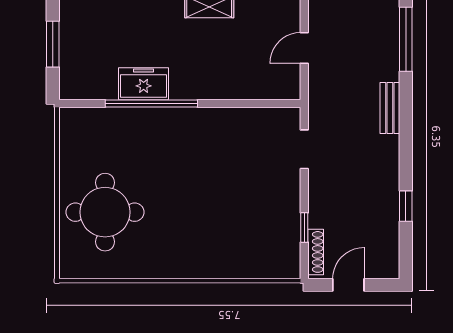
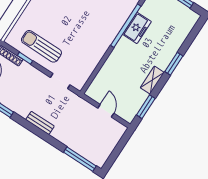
bench: (390, 108) -> (40, 123), moved
sun lounger: (269, 214) -> (41, 46), added

